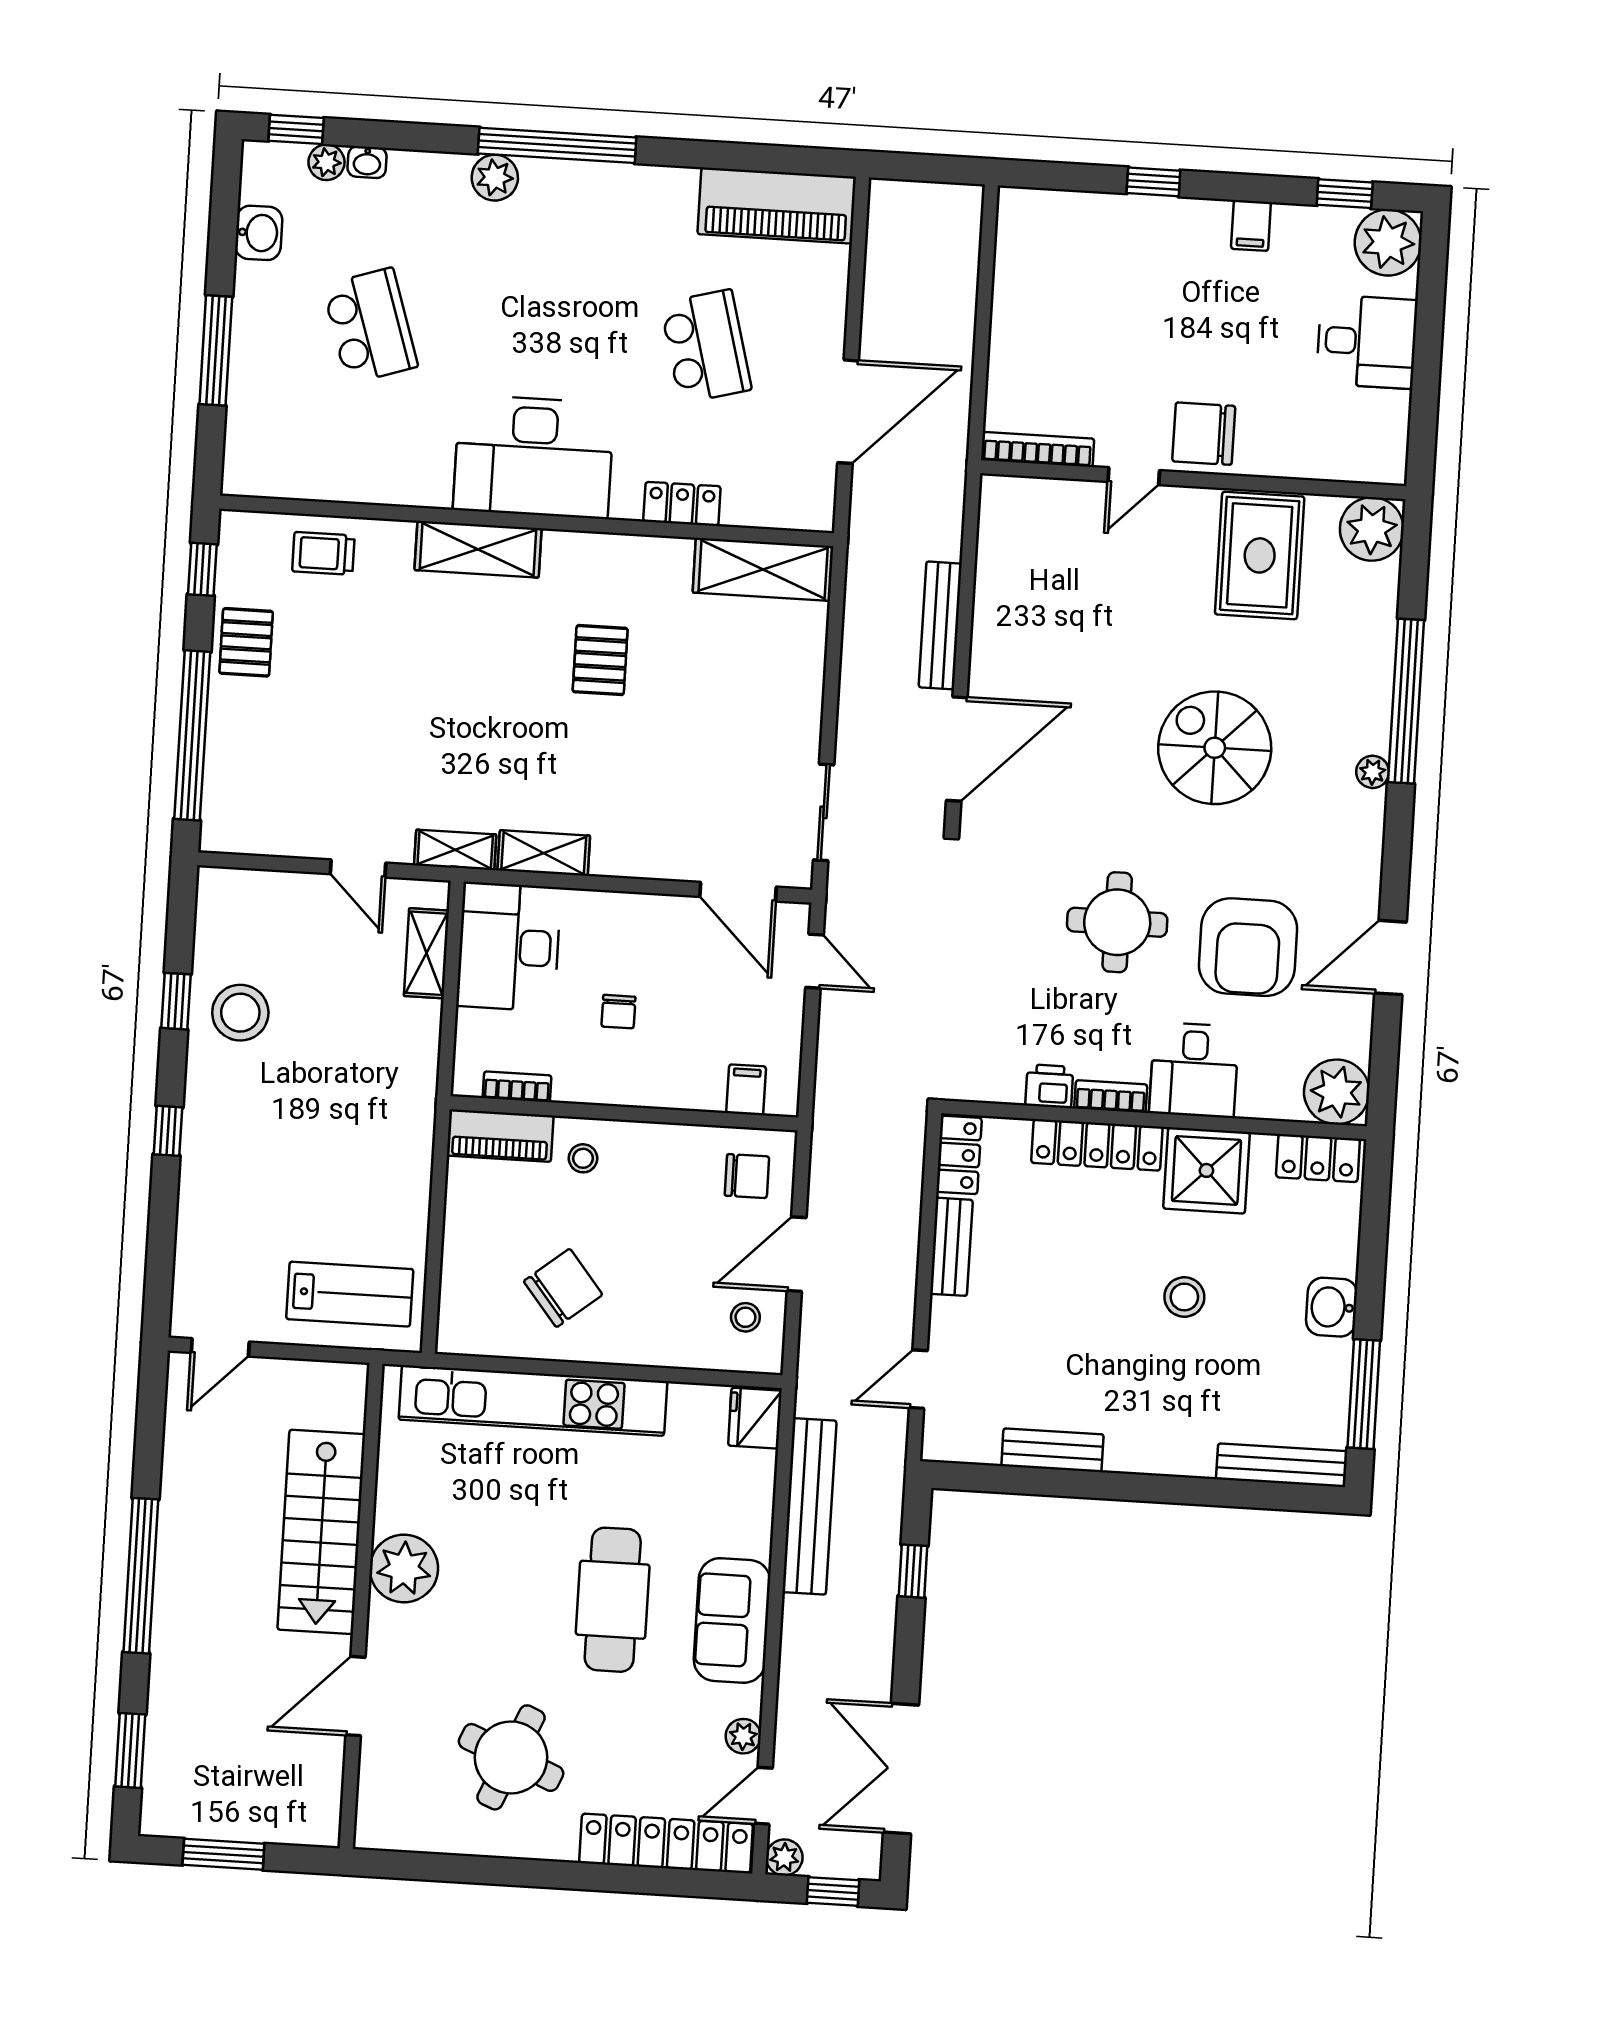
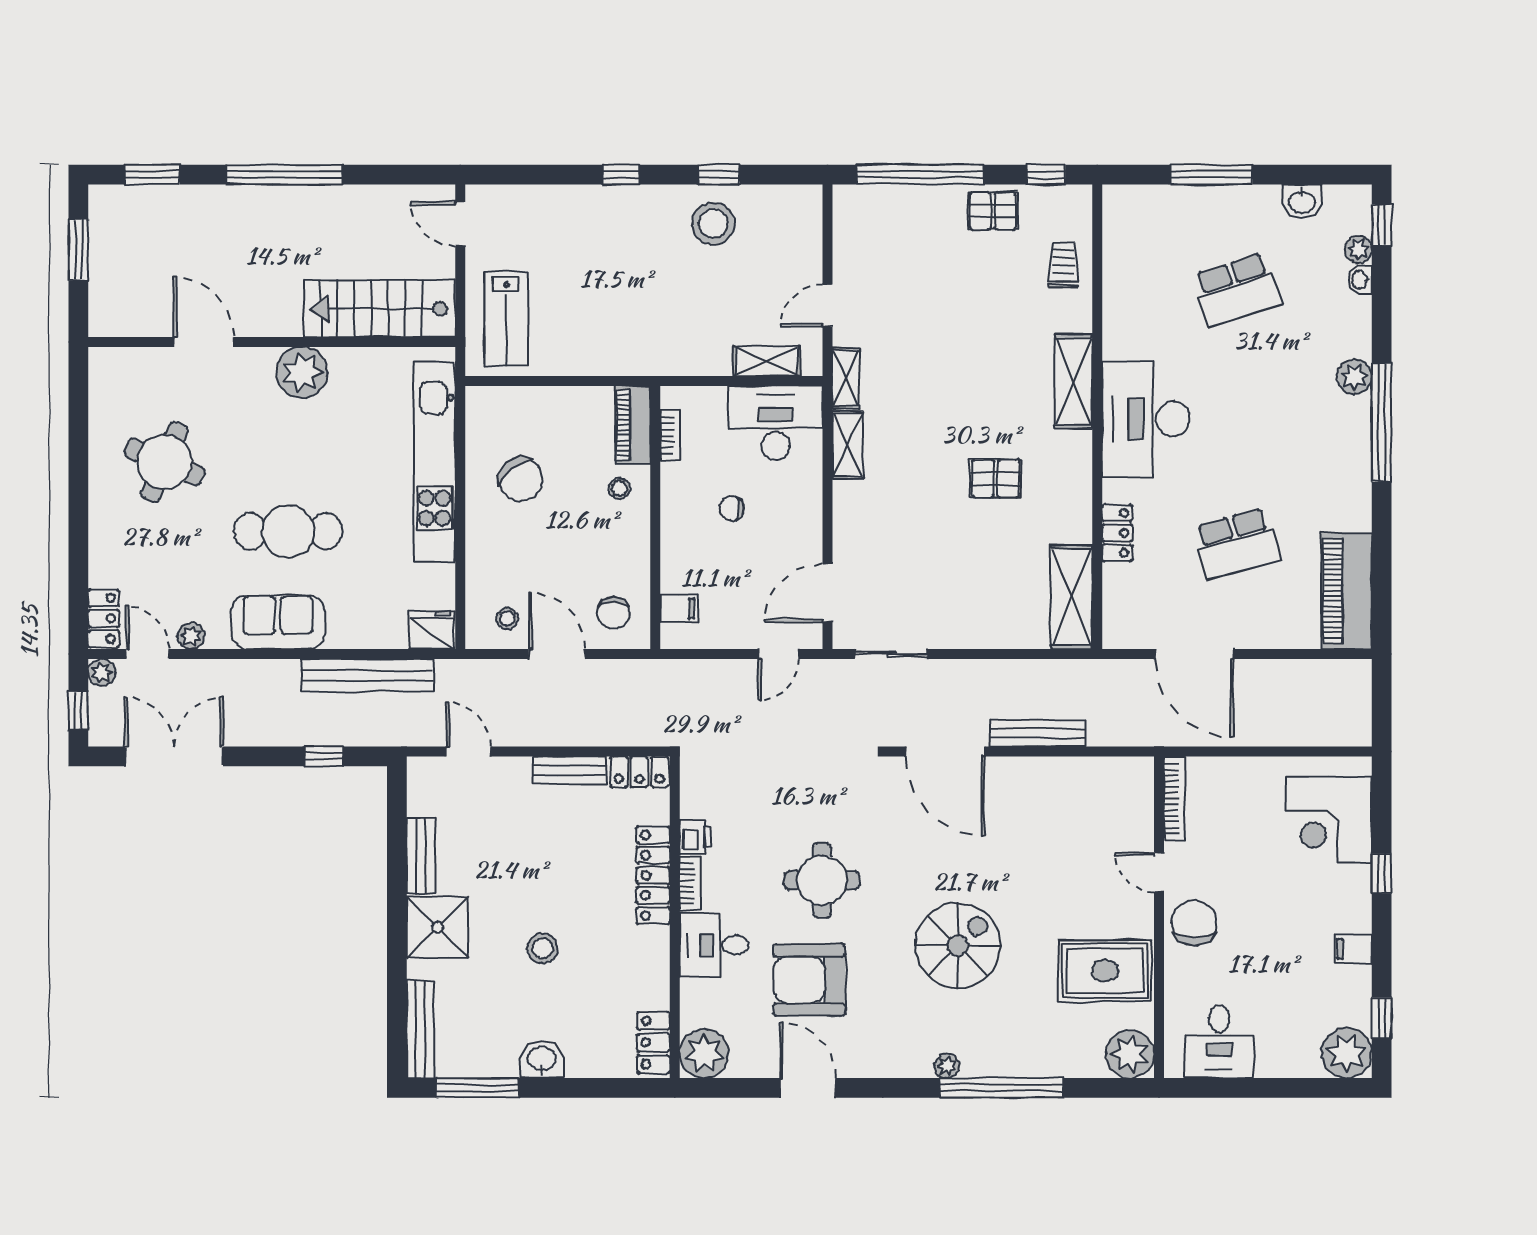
corner desk: (1078, 247) -> (1329, 820), added
desk: (1367, 342) -> (1219, 1042), moved
shower: (1206, 1170) -> (437, 927), moved
stairs: (321, 1532) -> (380, 309), moved
locker: (666, 1843) -> (104, 618), width x0.46, depth x0.83

